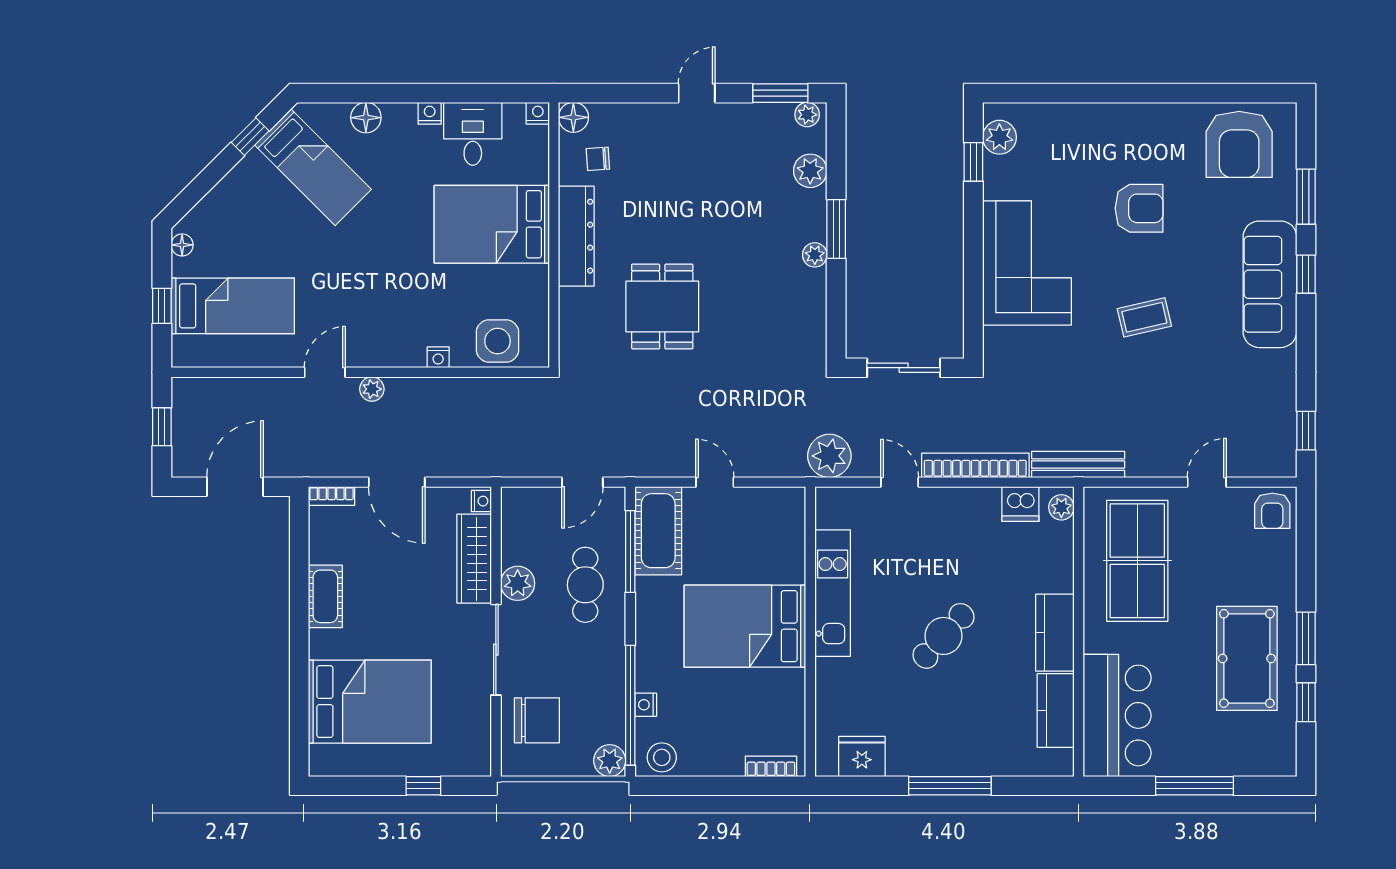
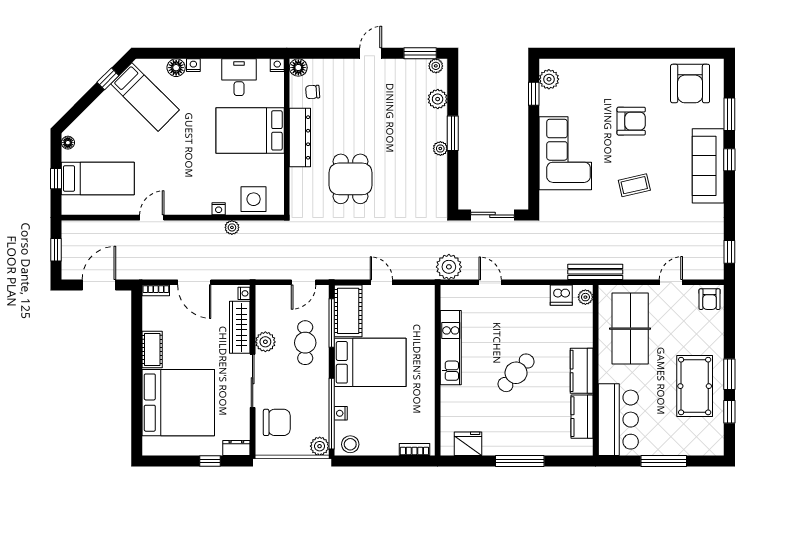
nightstand: (430, 113) -> (193, 65), moved
plant: (372, 389) -> (232, 227), moved
bookcase: (975, 465) -> (535, 272), removed
bed: (745, 626) -> (370, 362), moved, turned 180
bed: (370, 702) -> (178, 403), width x1.36
dresser: (468, 764) -> (236, 448), added

